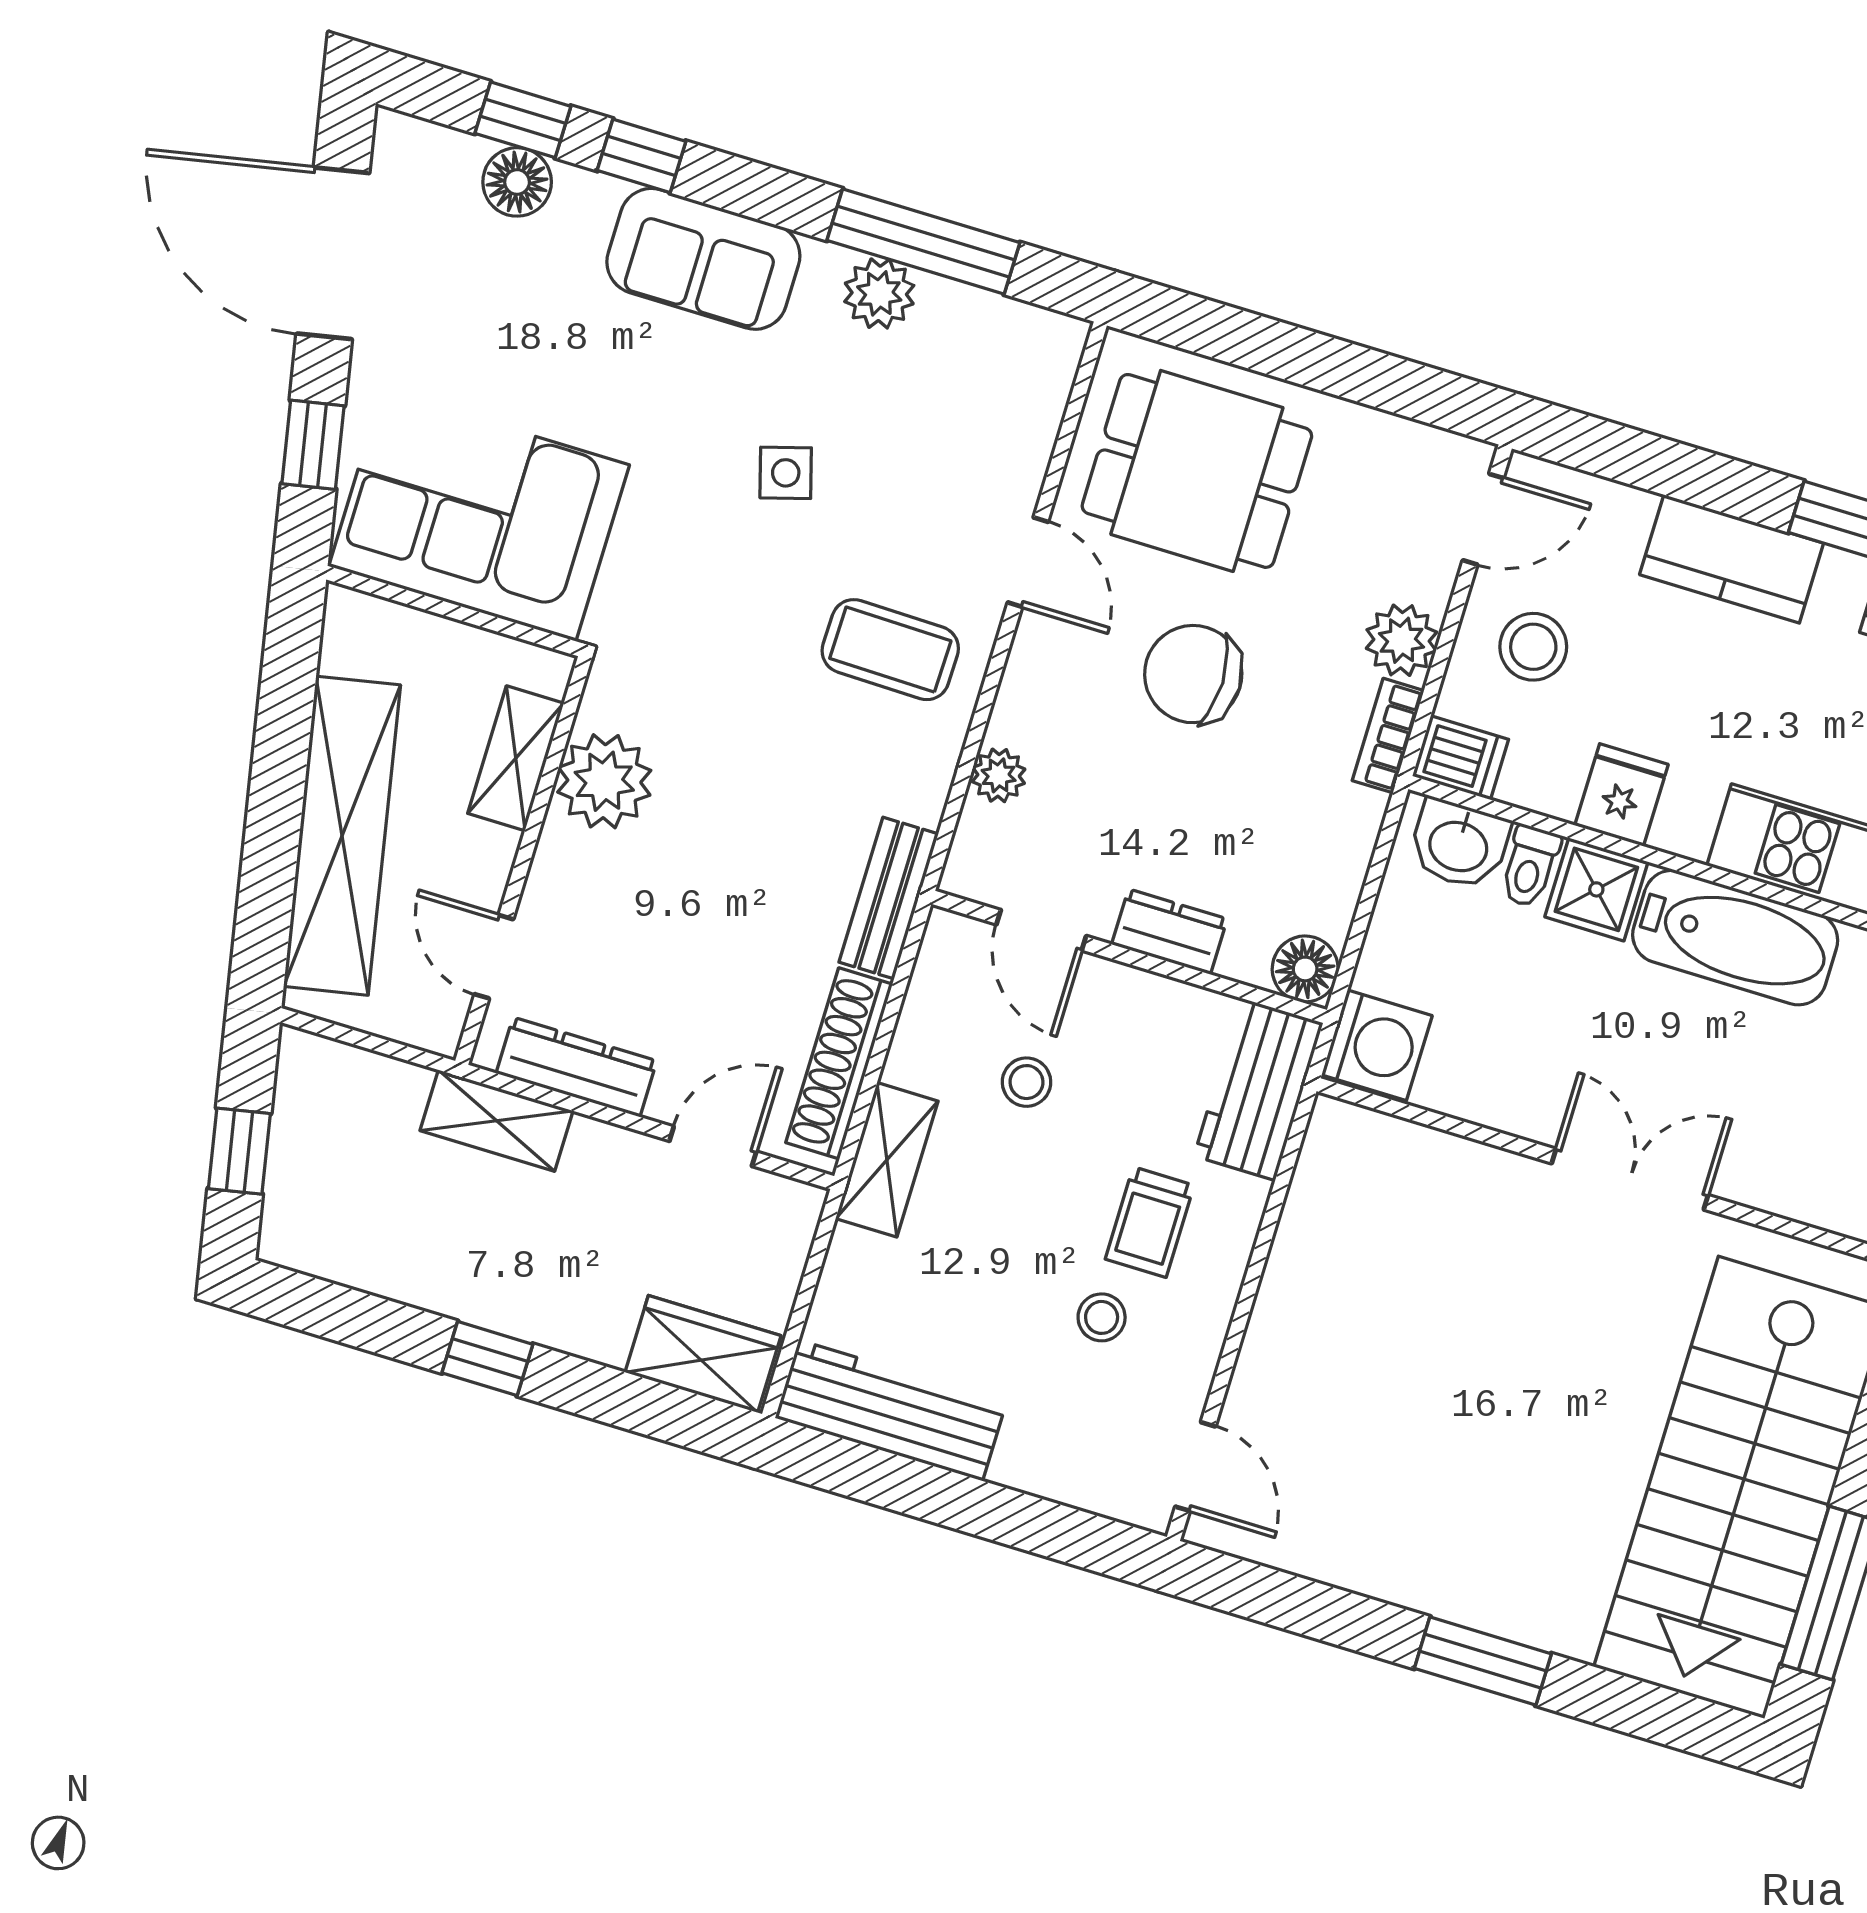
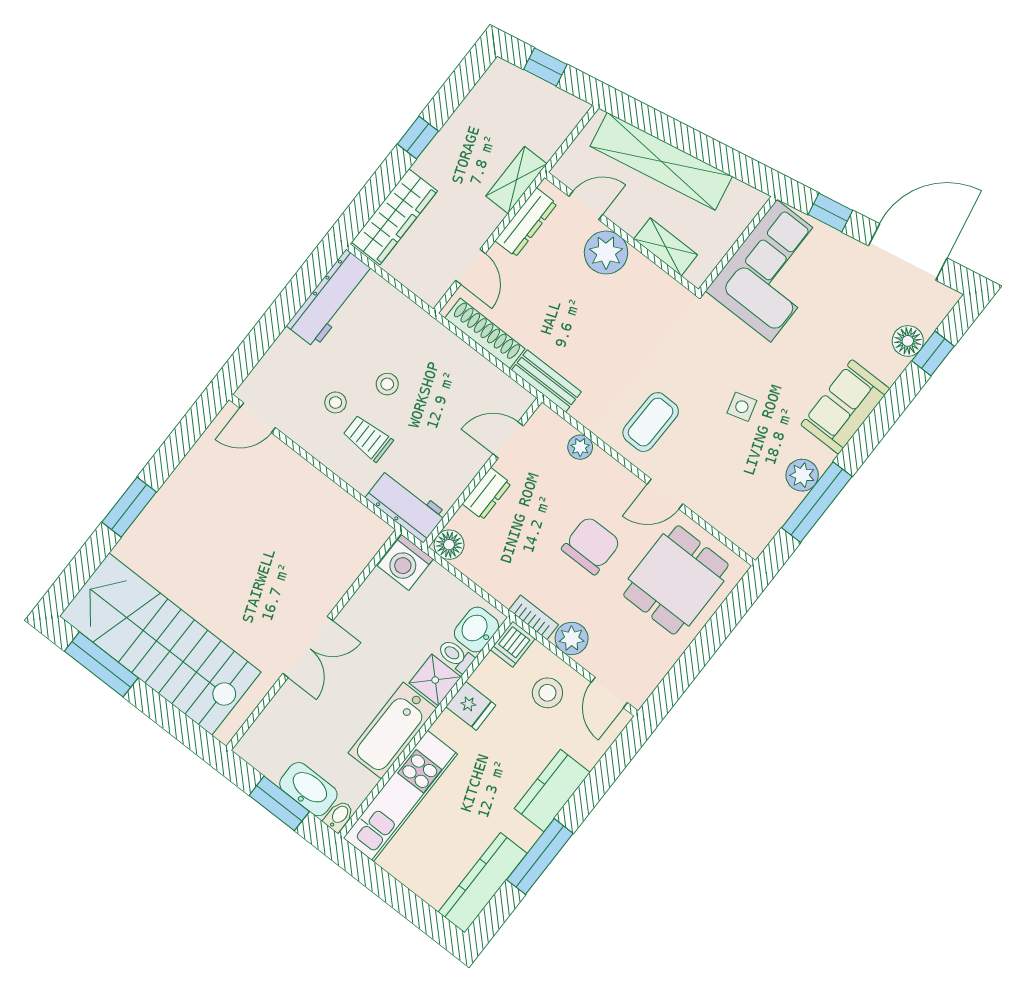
window: (641, 156) -> (899, 397), removed
plant: (604, 781) -> (606, 253), moved
stool: (1026, 1082) -> (387, 384), moved
shelving: (887, 1160) -> (437, 338), removed
wardrobe: (703, 1354) -> (394, 217), width x1.50

